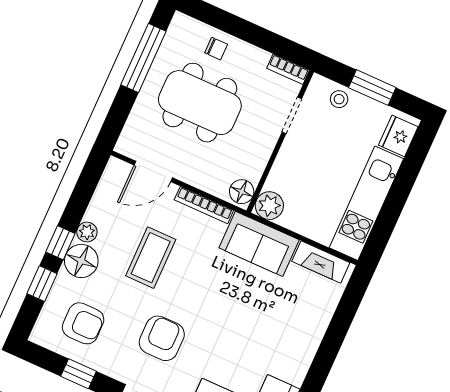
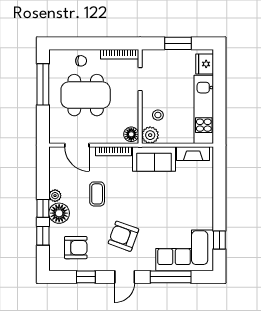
bookcase: (288, 69) -> (120, 54), width x1.56
stool: (339, 99) -> (158, 115), moved
door: (153, 171) -> (77, 145), hinge flipped
coffee table: (151, 258) -> (97, 194), width x0.73, depth x0.77
armchair: (162, 338) -> (123, 236), turned -70

